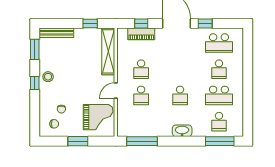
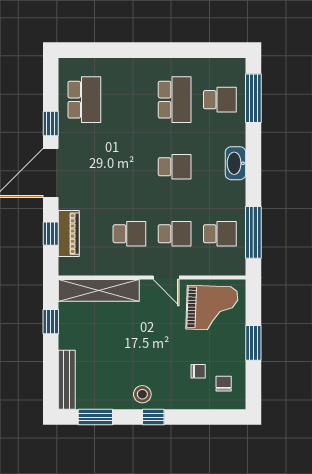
school desk: (219, 69) -> (220, 234), moved
grand piano: (98, 117) -> (212, 308), turned 92

